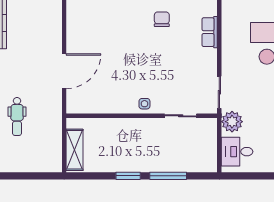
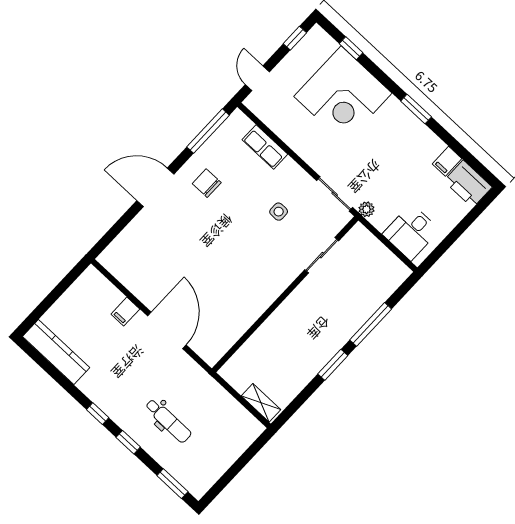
filing cabinet: (53, 40) -> (125, 312), added
side table: (144, 104) -> (279, 212), moved
plant: (232, 122) -> (366, 209), width x0.53, depth x0.53
shelving: (75, 150) -> (261, 403), width x0.67, depth x0.75

